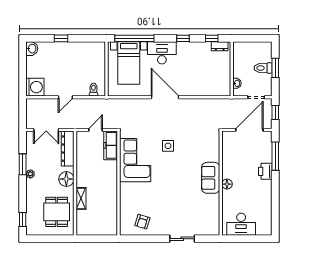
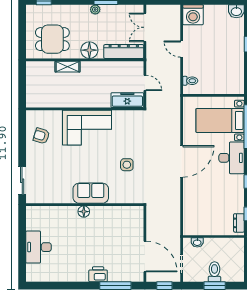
corner sofa: (135, 160) -> (87, 128), moved
sofa: (211, 178) -> (91, 193), moved
wall: (221, 183) -> (85, 205), moved
floor lamp: (227, 184) -> (84, 212), moved

